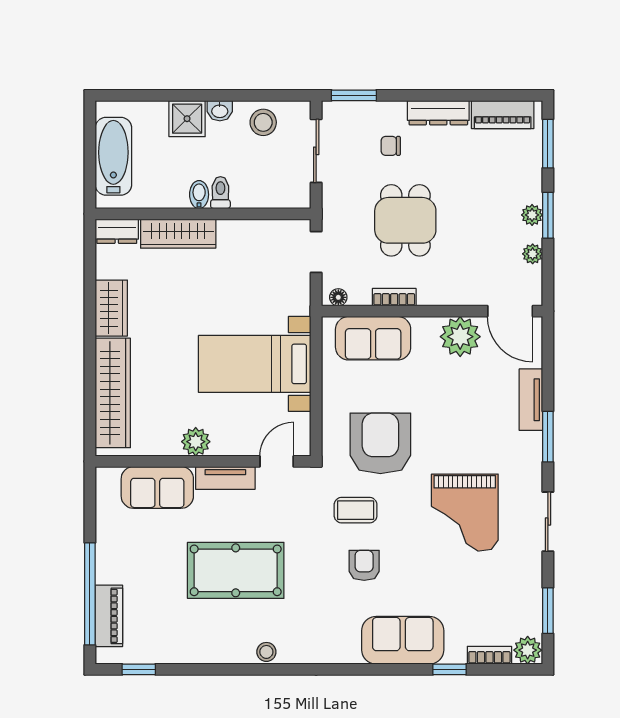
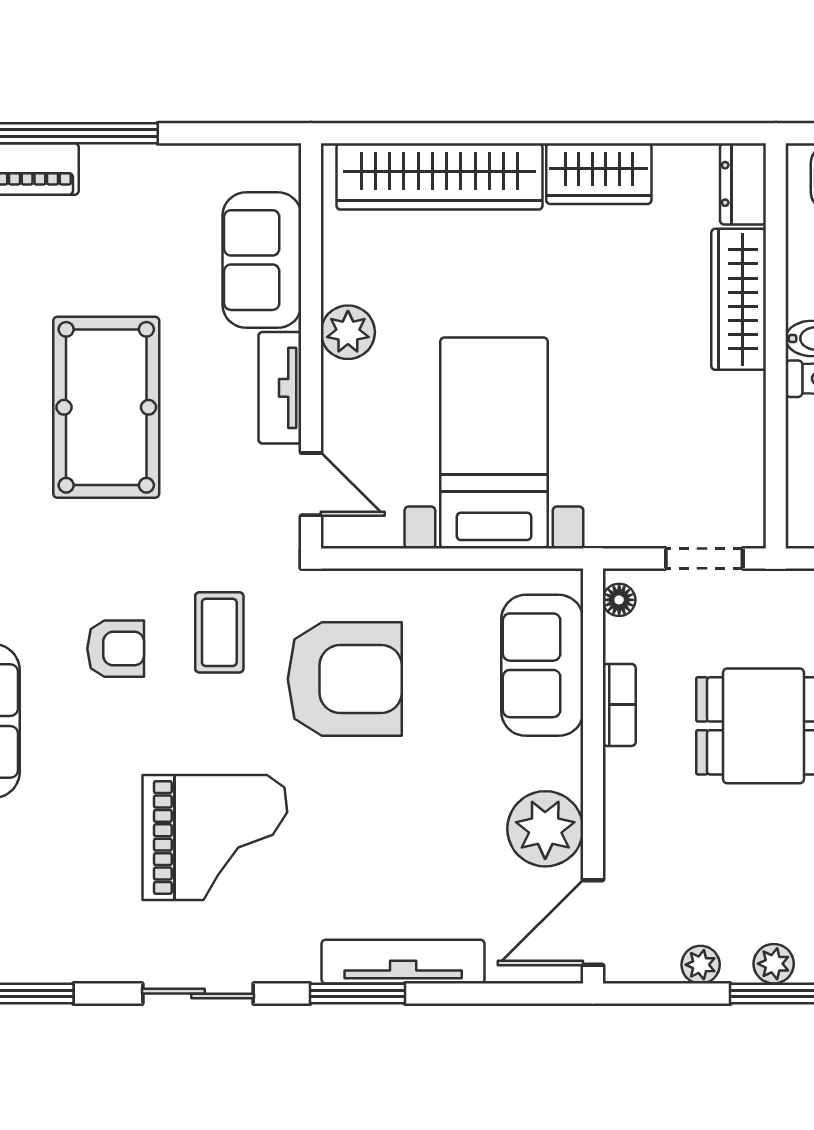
tv unit: (531, 400) -> (403, 962), width x1.41
grand piano: (465, 513) -> (215, 837), turned 180

